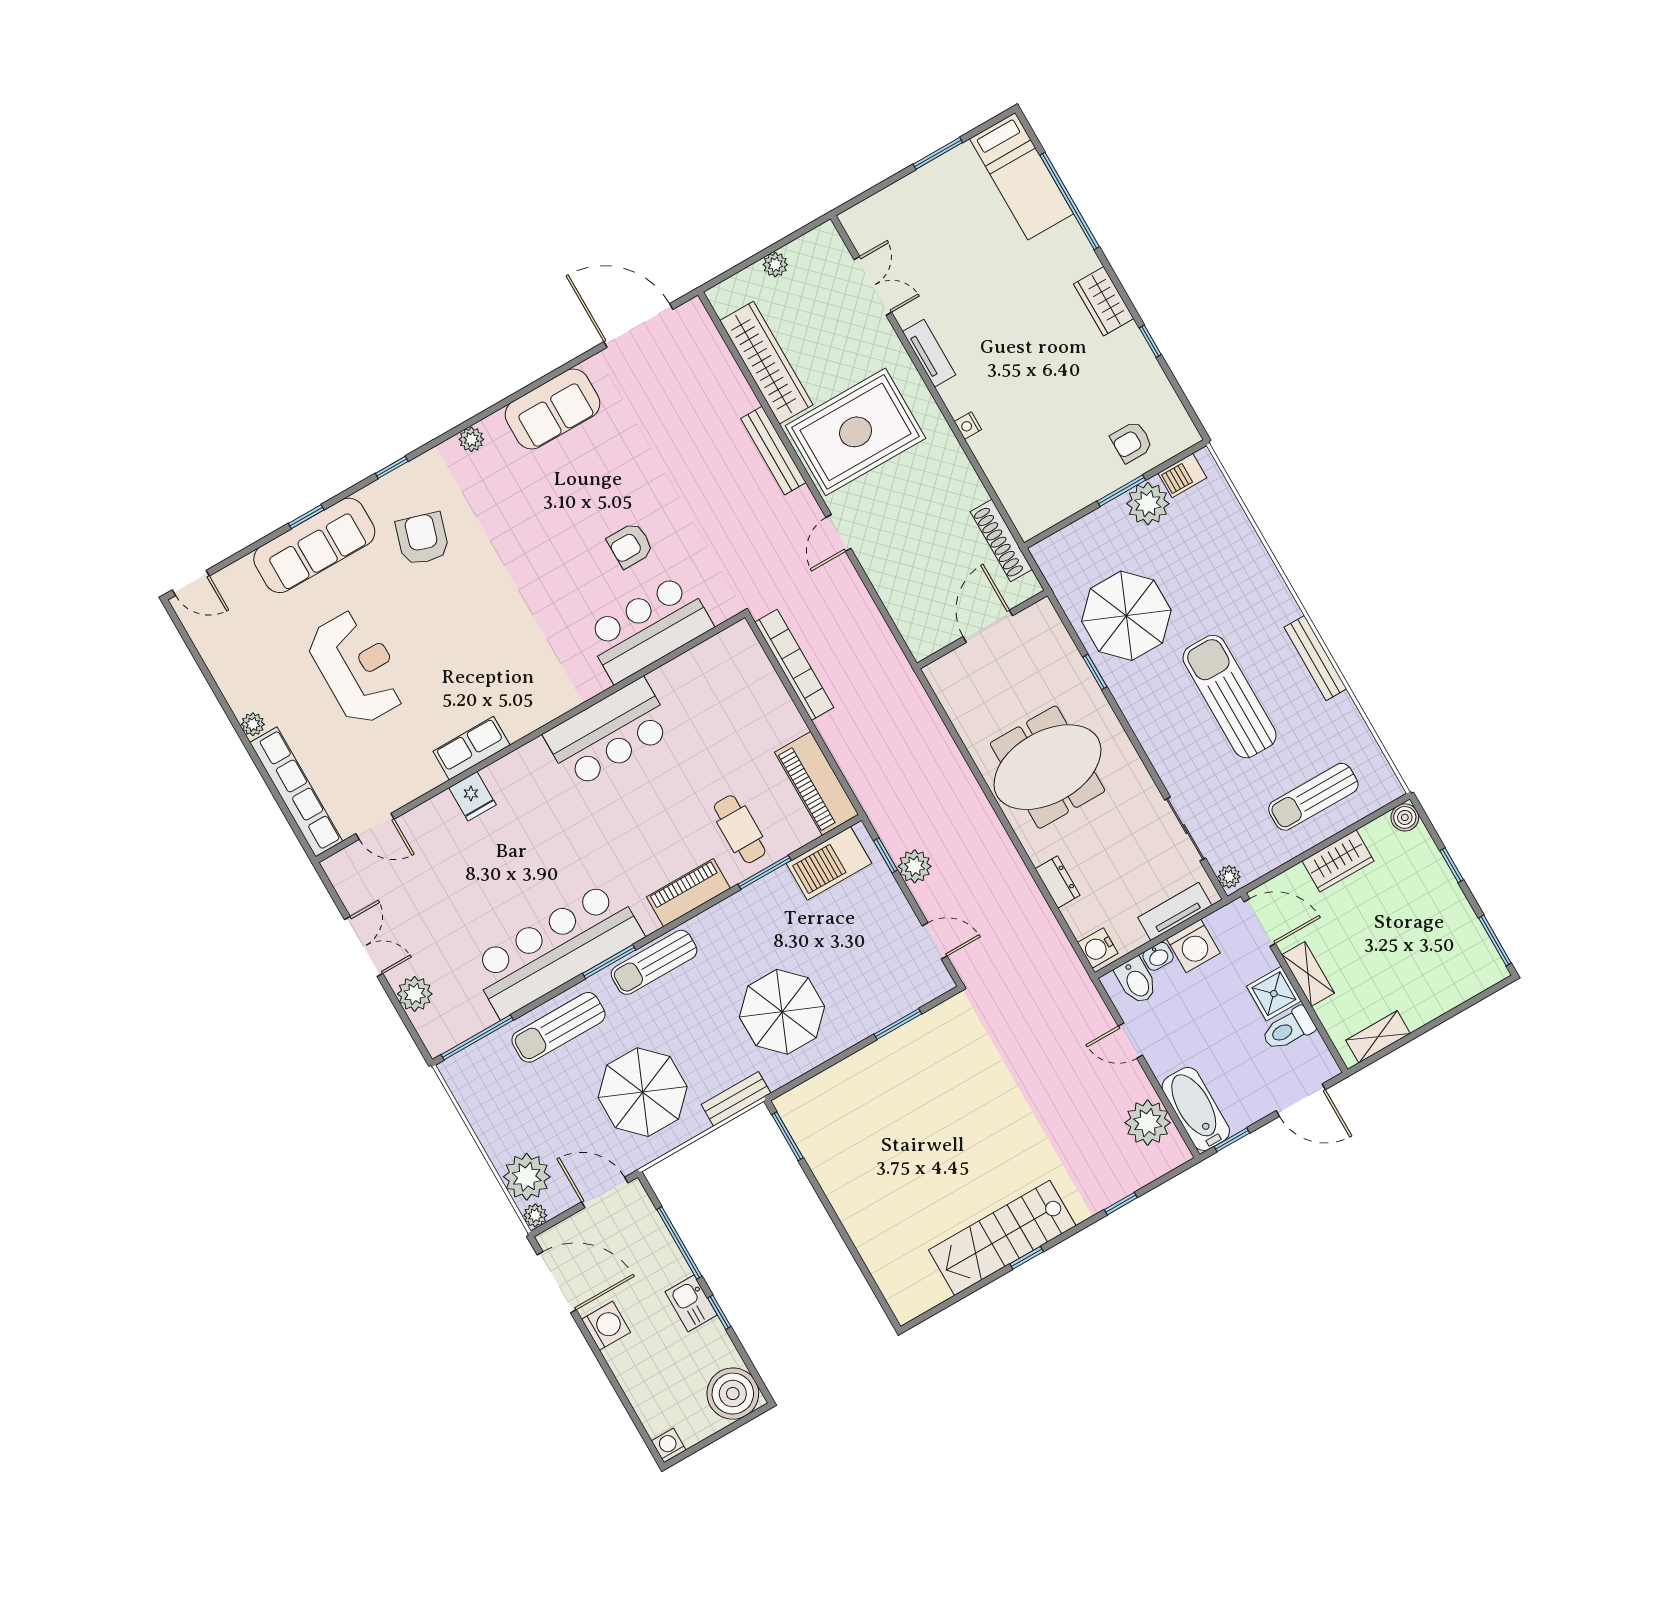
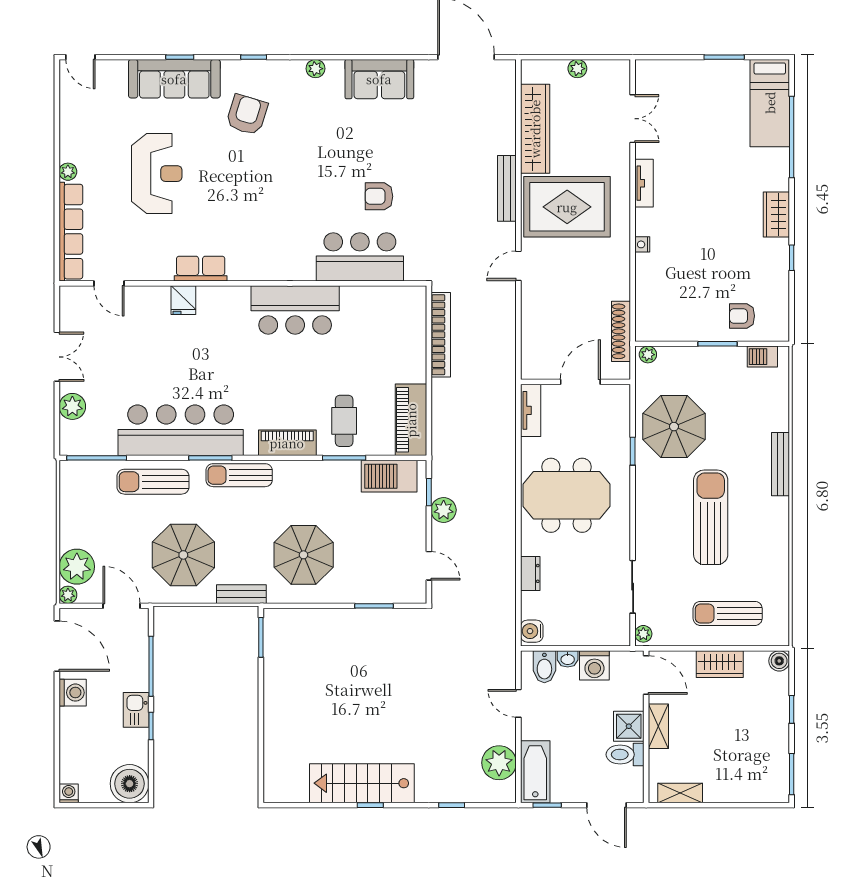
plant: (1148, 504) -> (648, 355), moved, width x0.53, depth x0.53
bench: (1315, 658) -> (781, 464), moved
tv unit: (1175, 911) -> (531, 410), moved, turned 90

